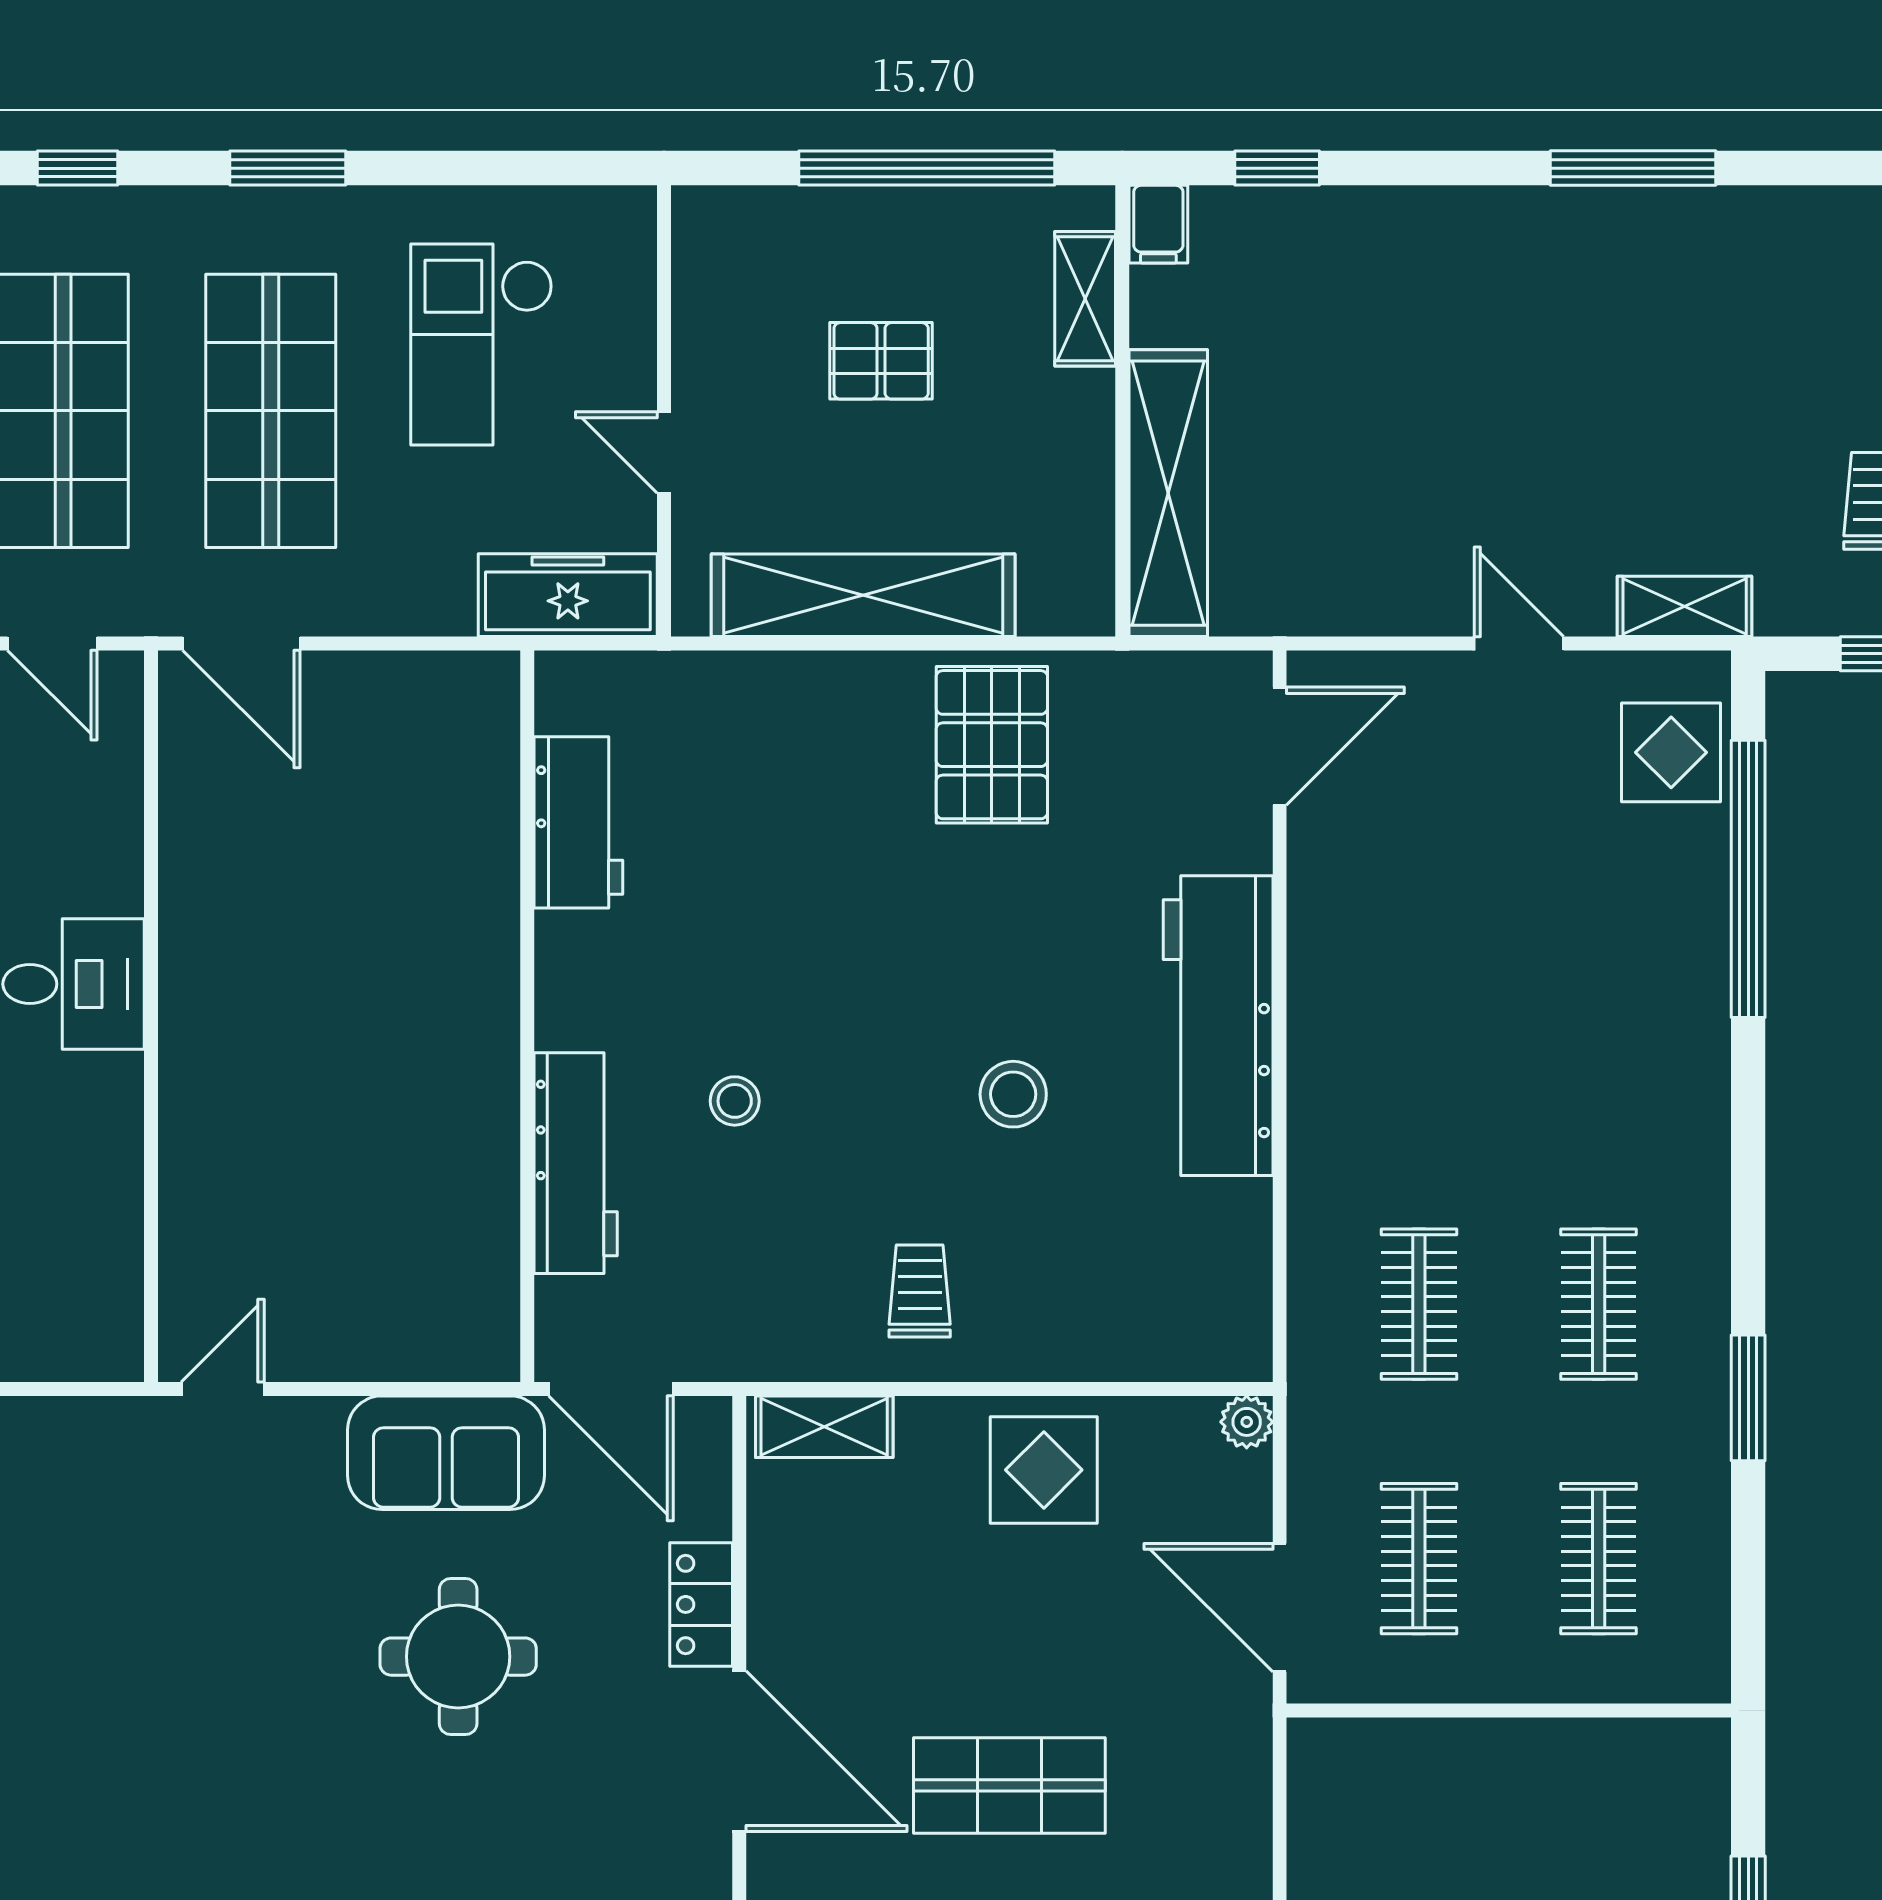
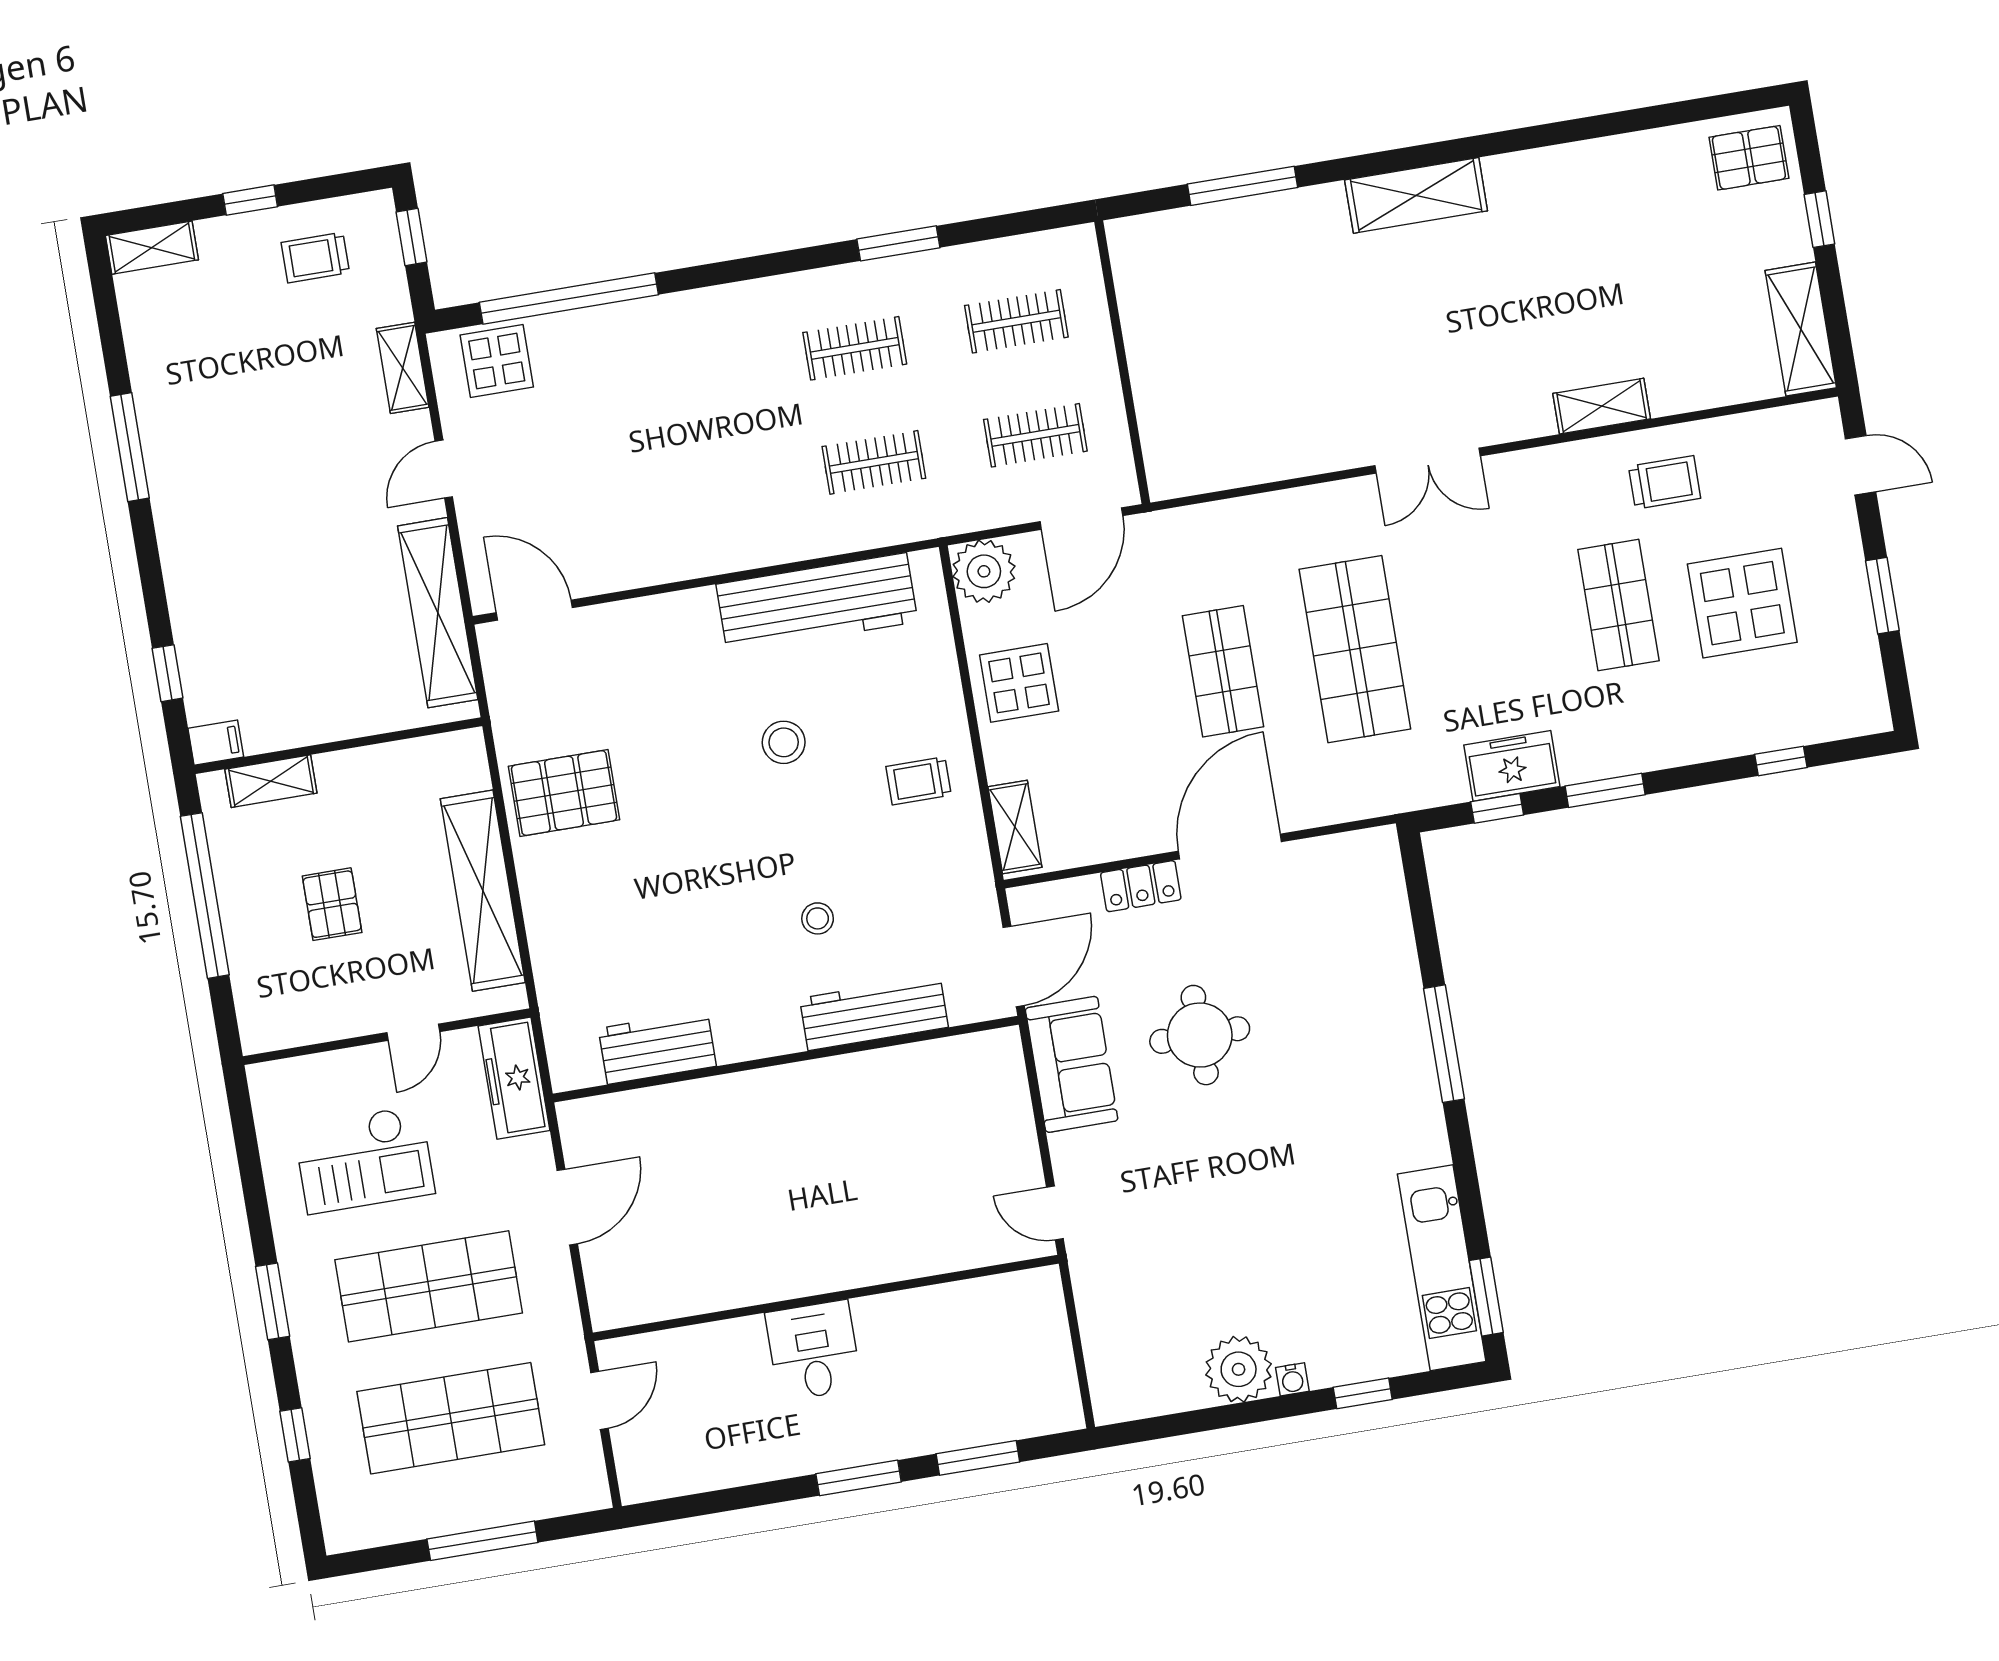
shelving: (1168, 493) -> (438, 613), moved, turned 90
door: (241, 643) -> (567, 1207), moved
workbench: (1218, 1026) -> (817, 603), moved
plant: (1247, 1422) -> (984, 571), width x1.88, depth x1.88

